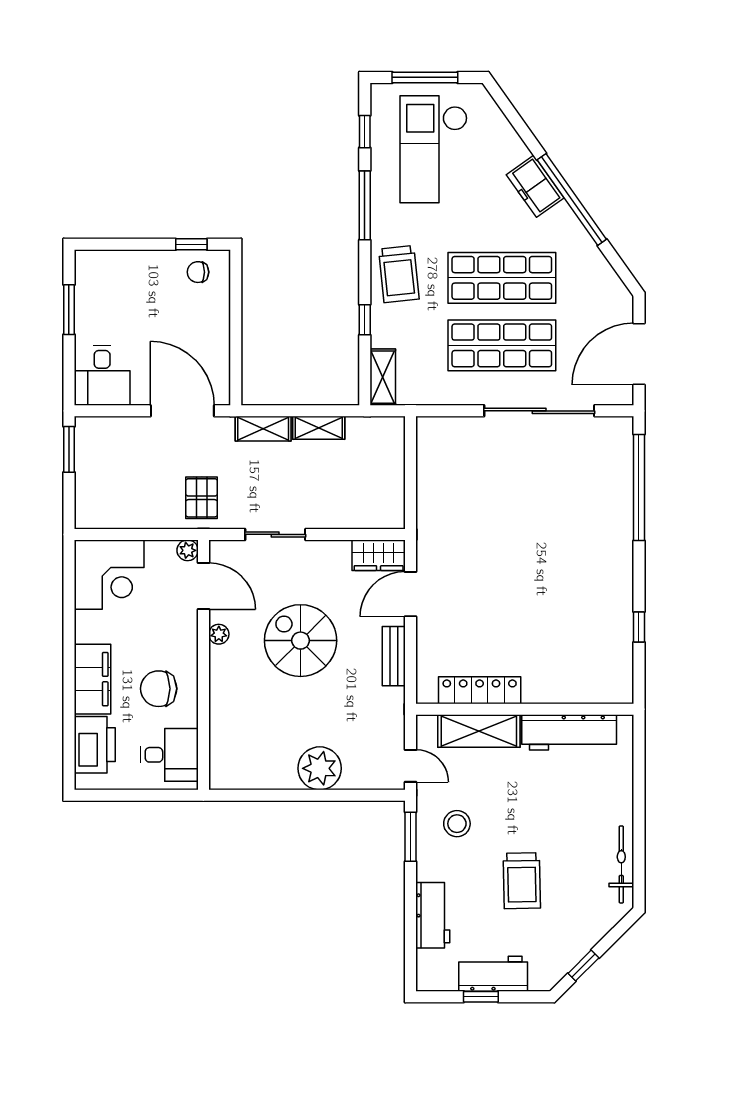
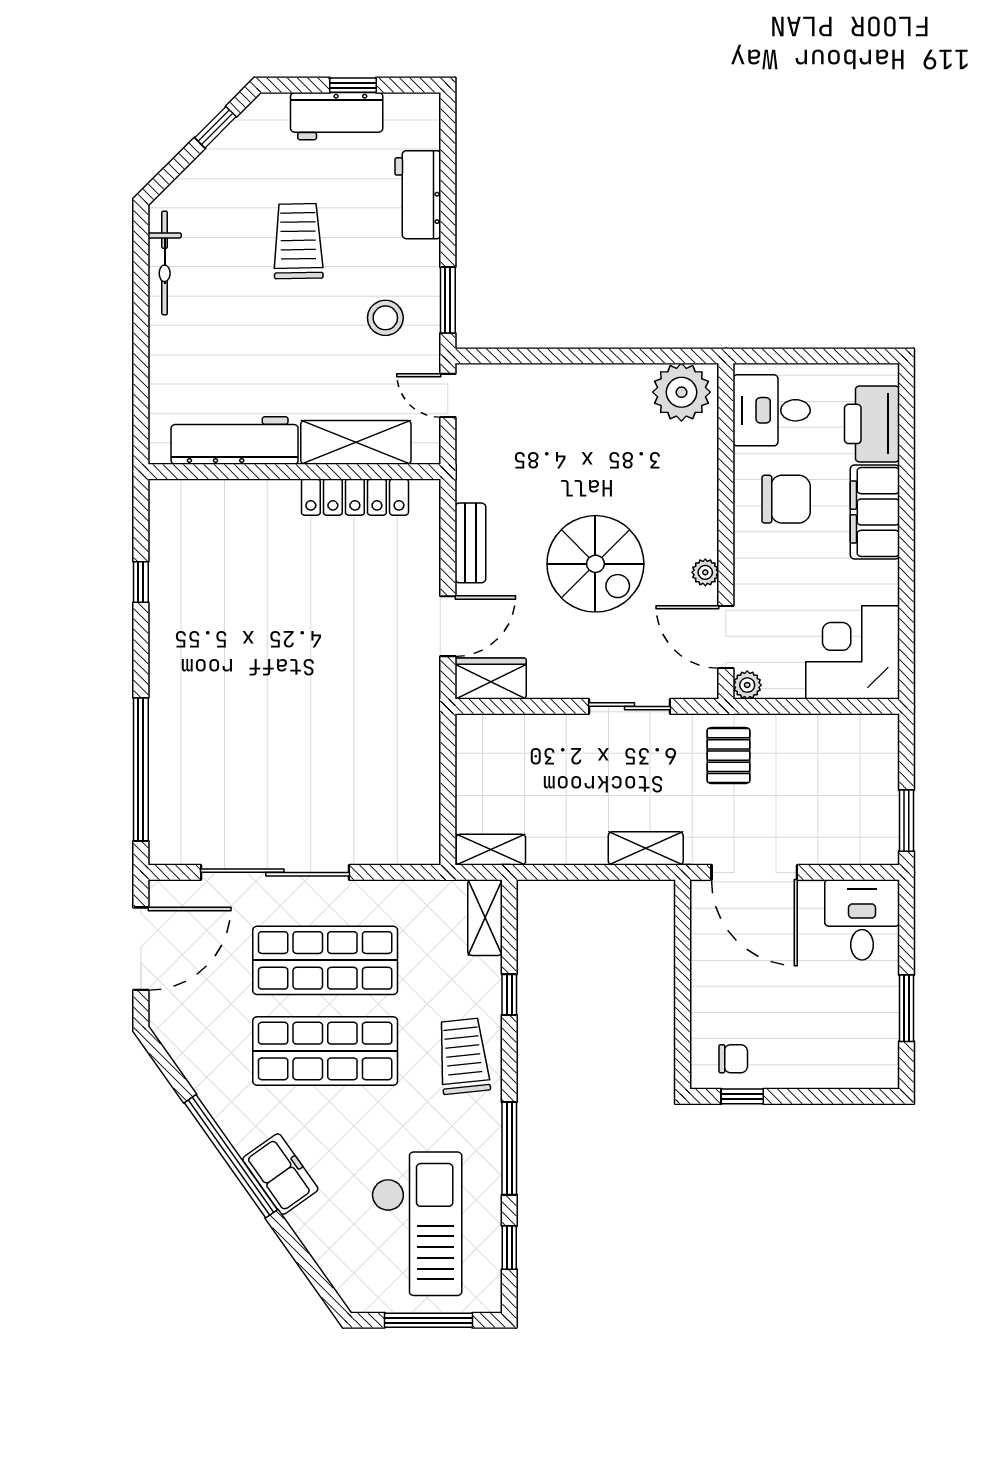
shelving: (319, 428) -> (491, 850), moved
plant: (320, 768) -> (681, 392), moved

